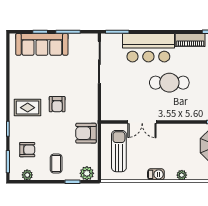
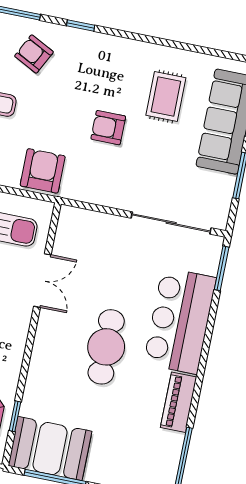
rug: (28, 108) -> (166, 97), moved
double door: (142, 122) -> (42, 281), swing flipped
armchair: (27, 150) -> (34, 54), turned 117

